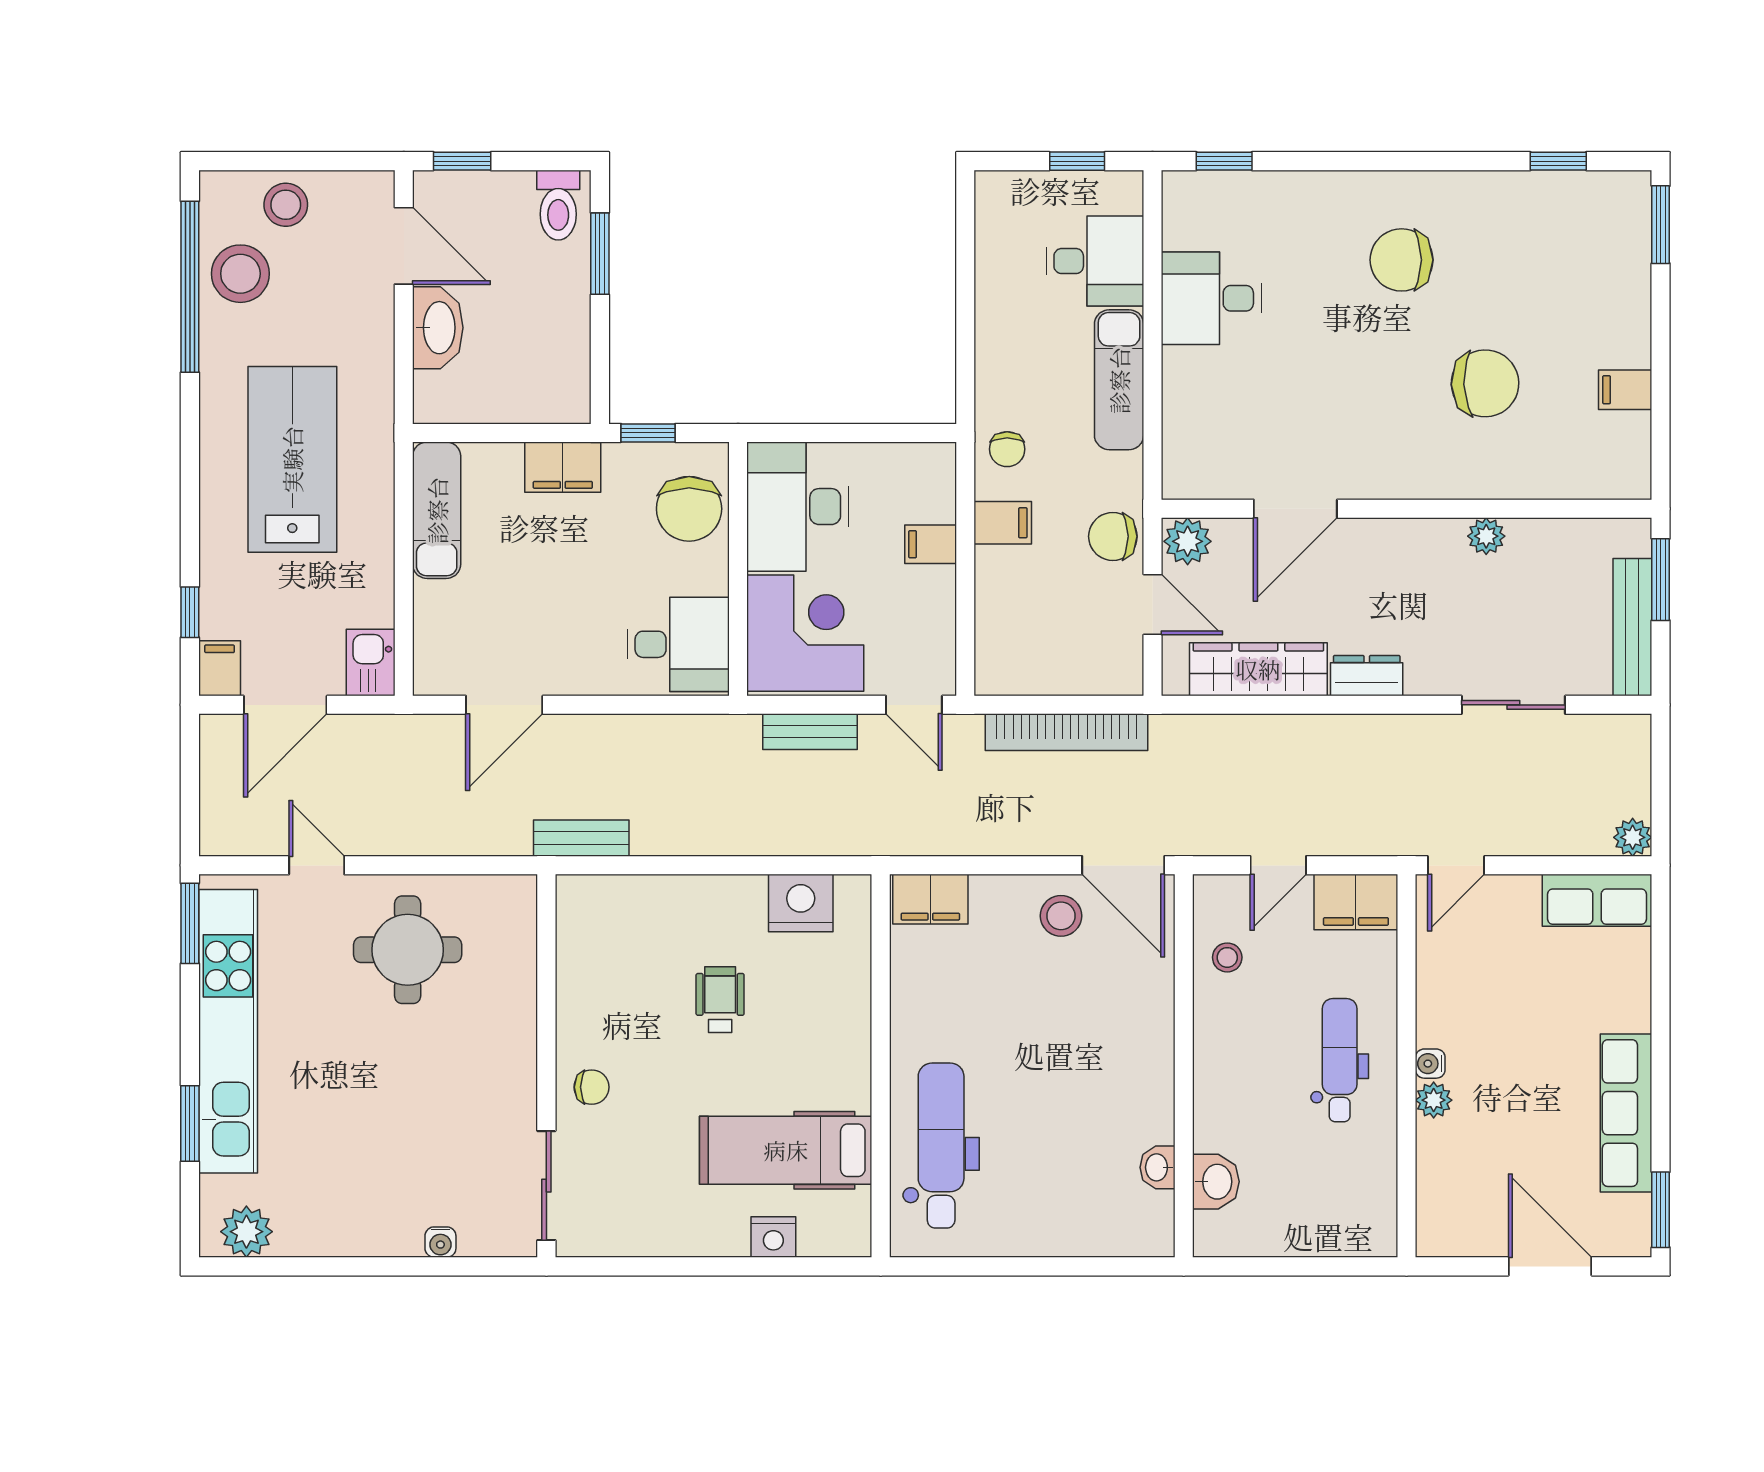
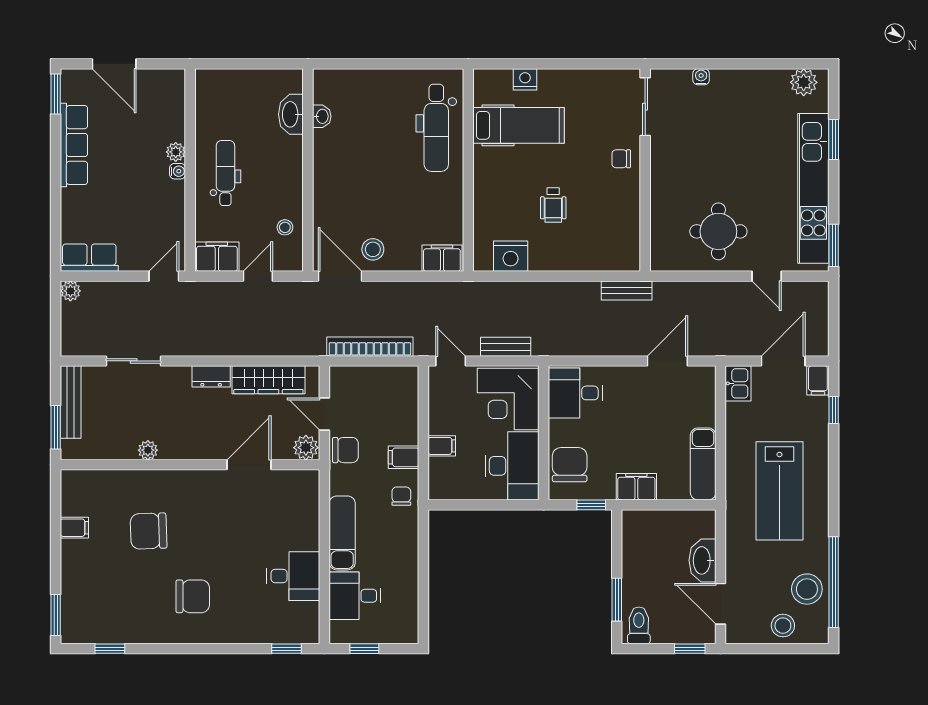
dental chair: (1340, 1060) -> (225, 173), turned 180
washbasin: (1216, 1182) -> (291, 114), width x1.38

